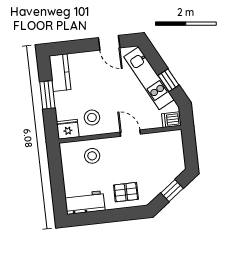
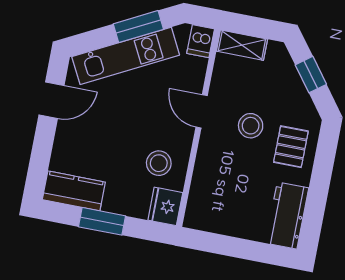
window: (168, 80) -> (138, 27), width x1.50
door: (130, 133) -> (202, 111), hinge flipped
shelving: (177, 145) -> (242, 45), added
stool: (92, 156) -> (251, 126), moved

